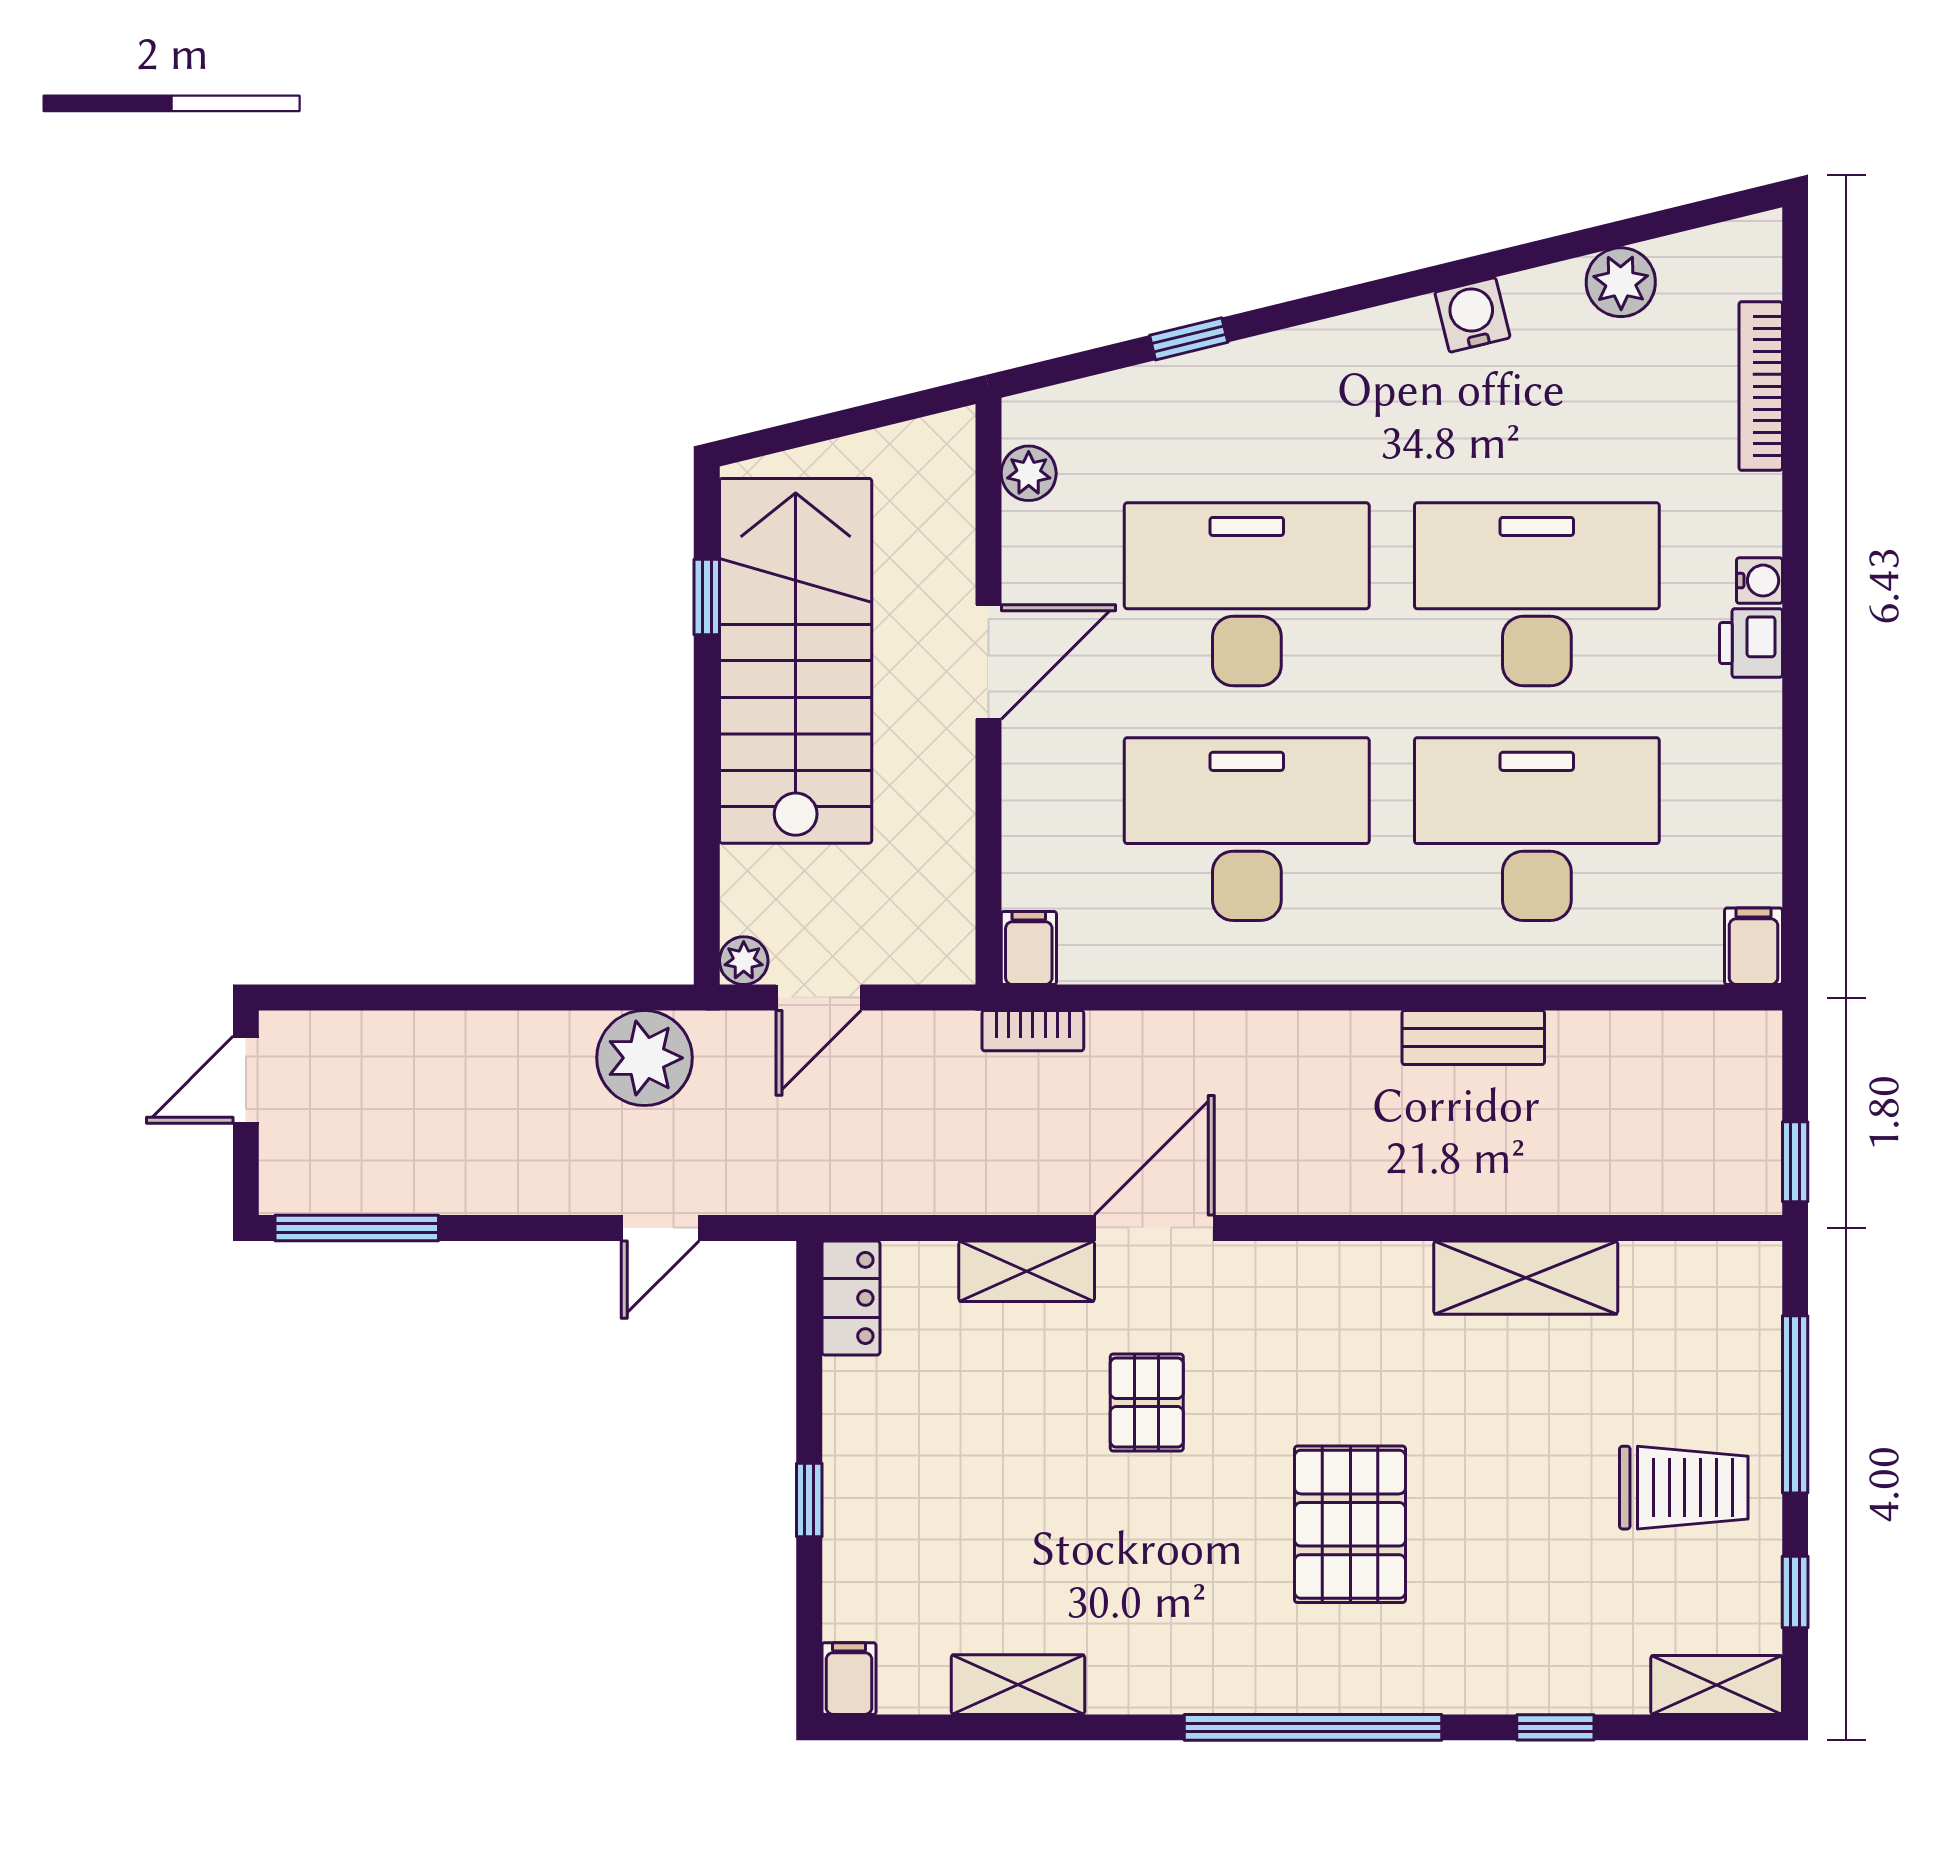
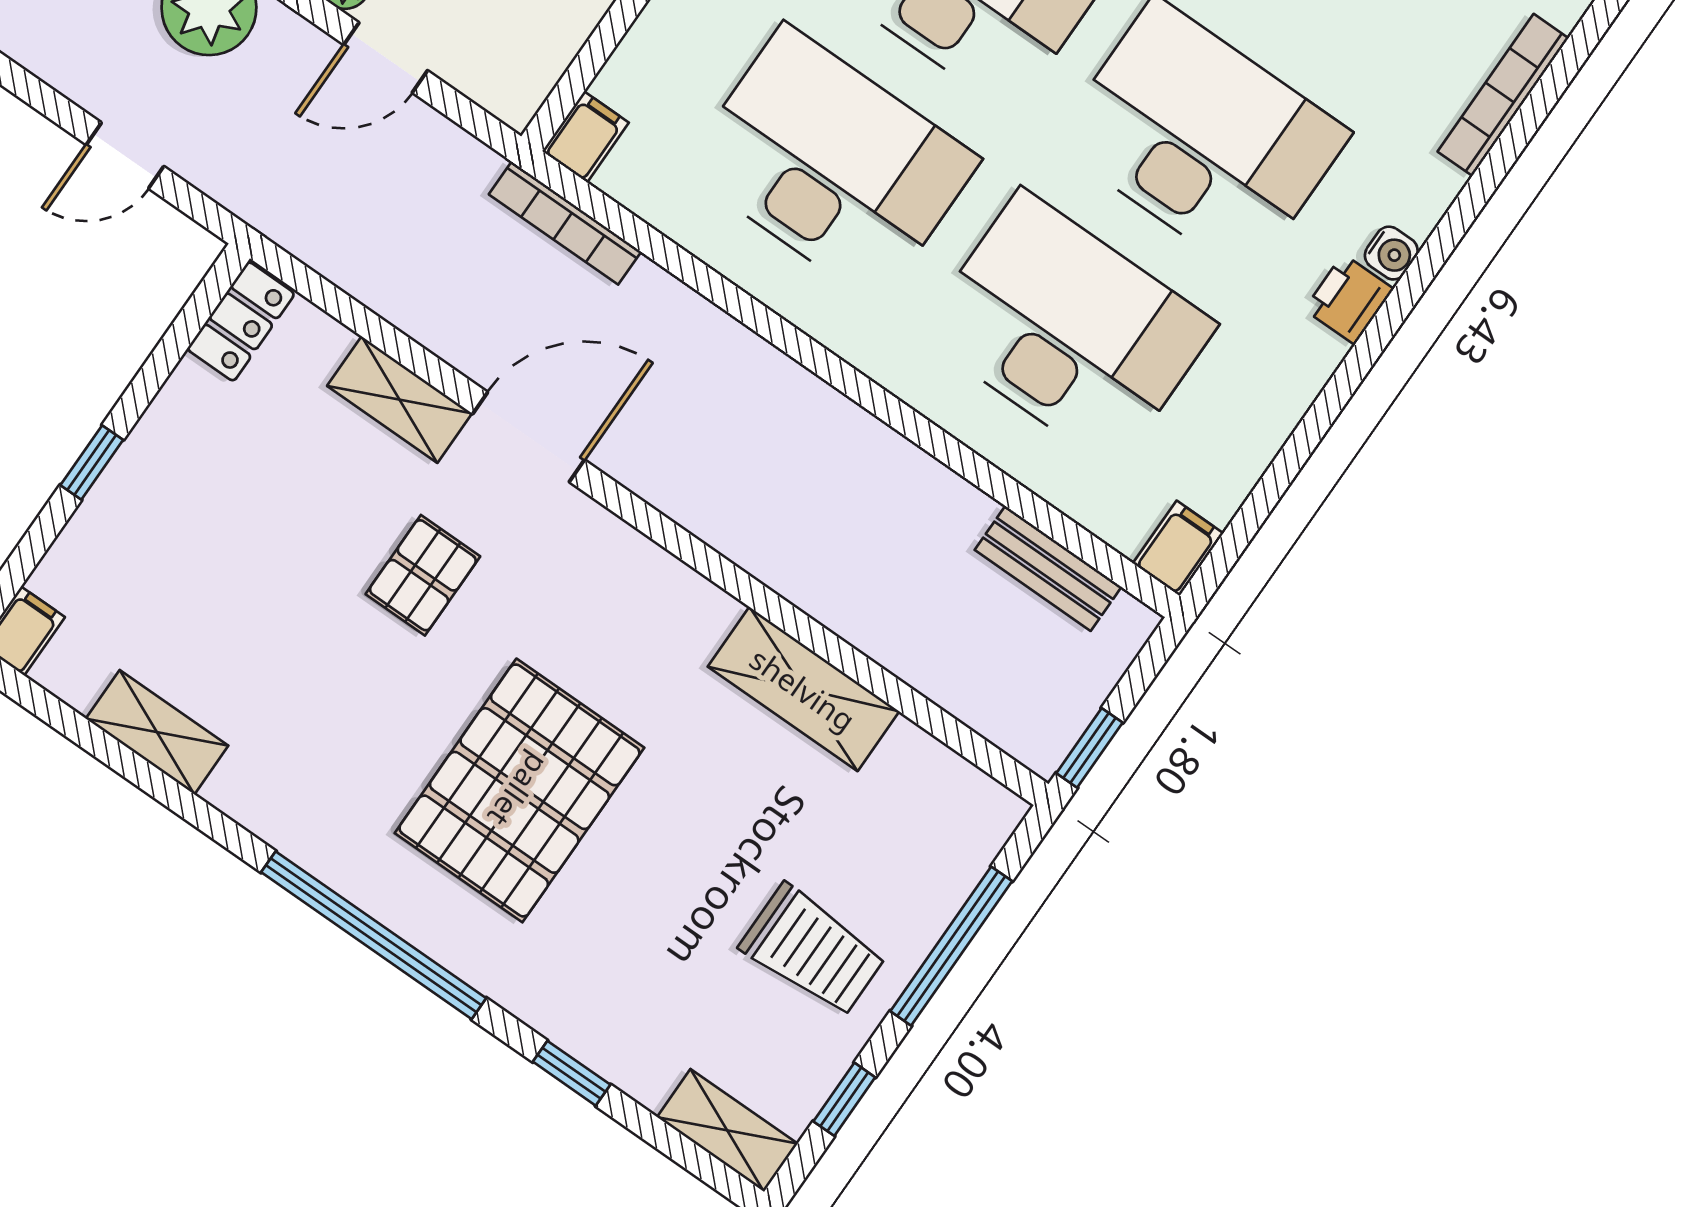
bookcase: (1033, 1031) -> (565, 223), width x1.56
bench: (1473, 1038) -> (1048, 568), moved
pallet: (1350, 1524) -> (519, 790), width x1.37, depth x1.41

